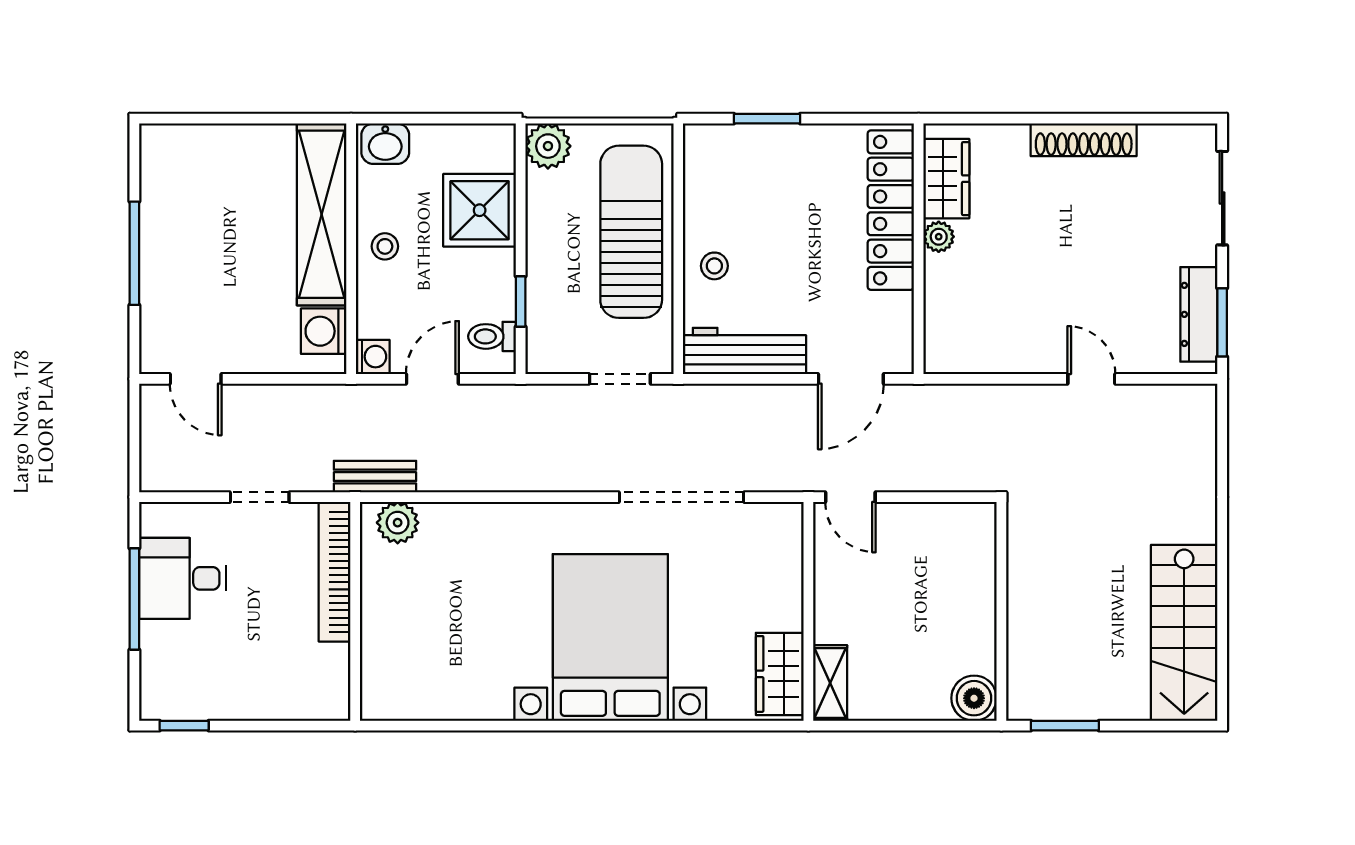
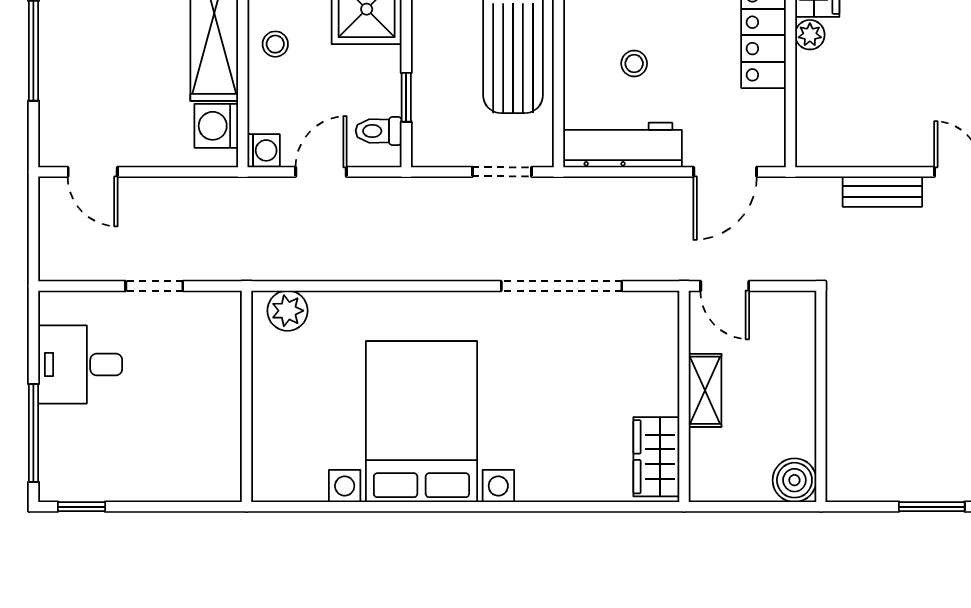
stool: (714, 266) -> (634, 64), moved
bench: (375, 477) -> (882, 192), moved
bookcase: (335, 572) -> (227, 358), removed
window: (134, 599) -> (33, 433), moved
wall: (1001, 611) -> (821, 396), moved
bed with nightstands: (610, 637) -> (421, 422), moved
shelving: (830, 683) -> (705, 390), moved
boiler: (974, 698) -> (794, 480), moved

